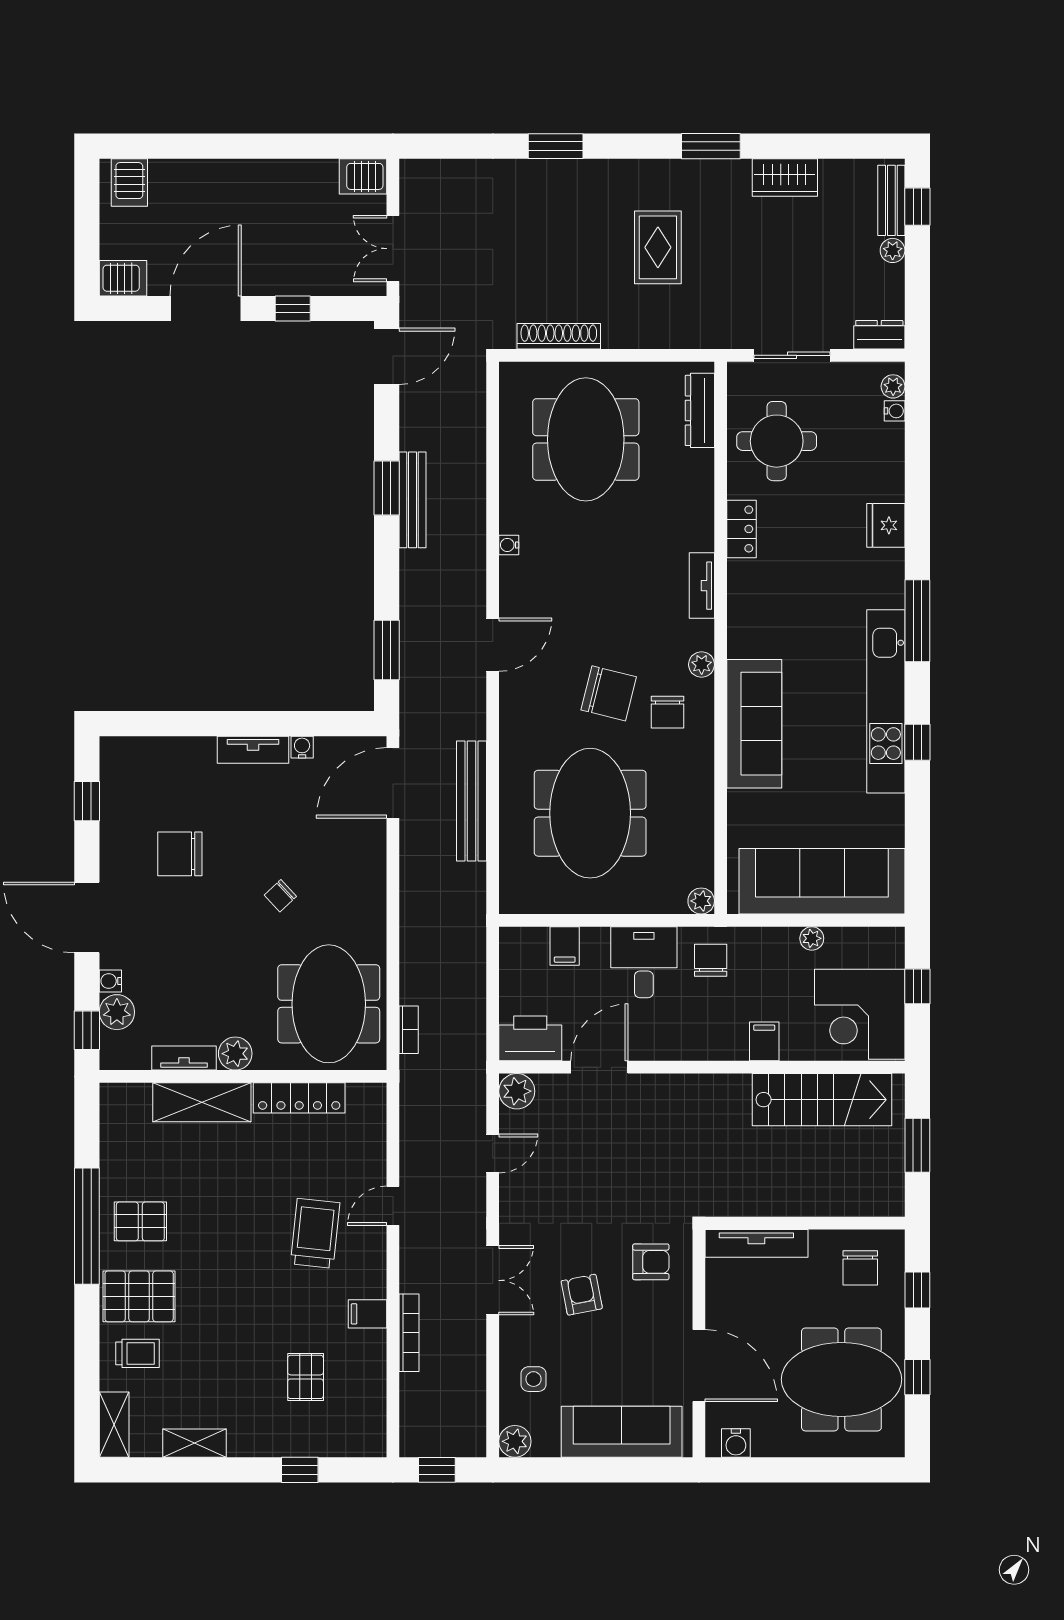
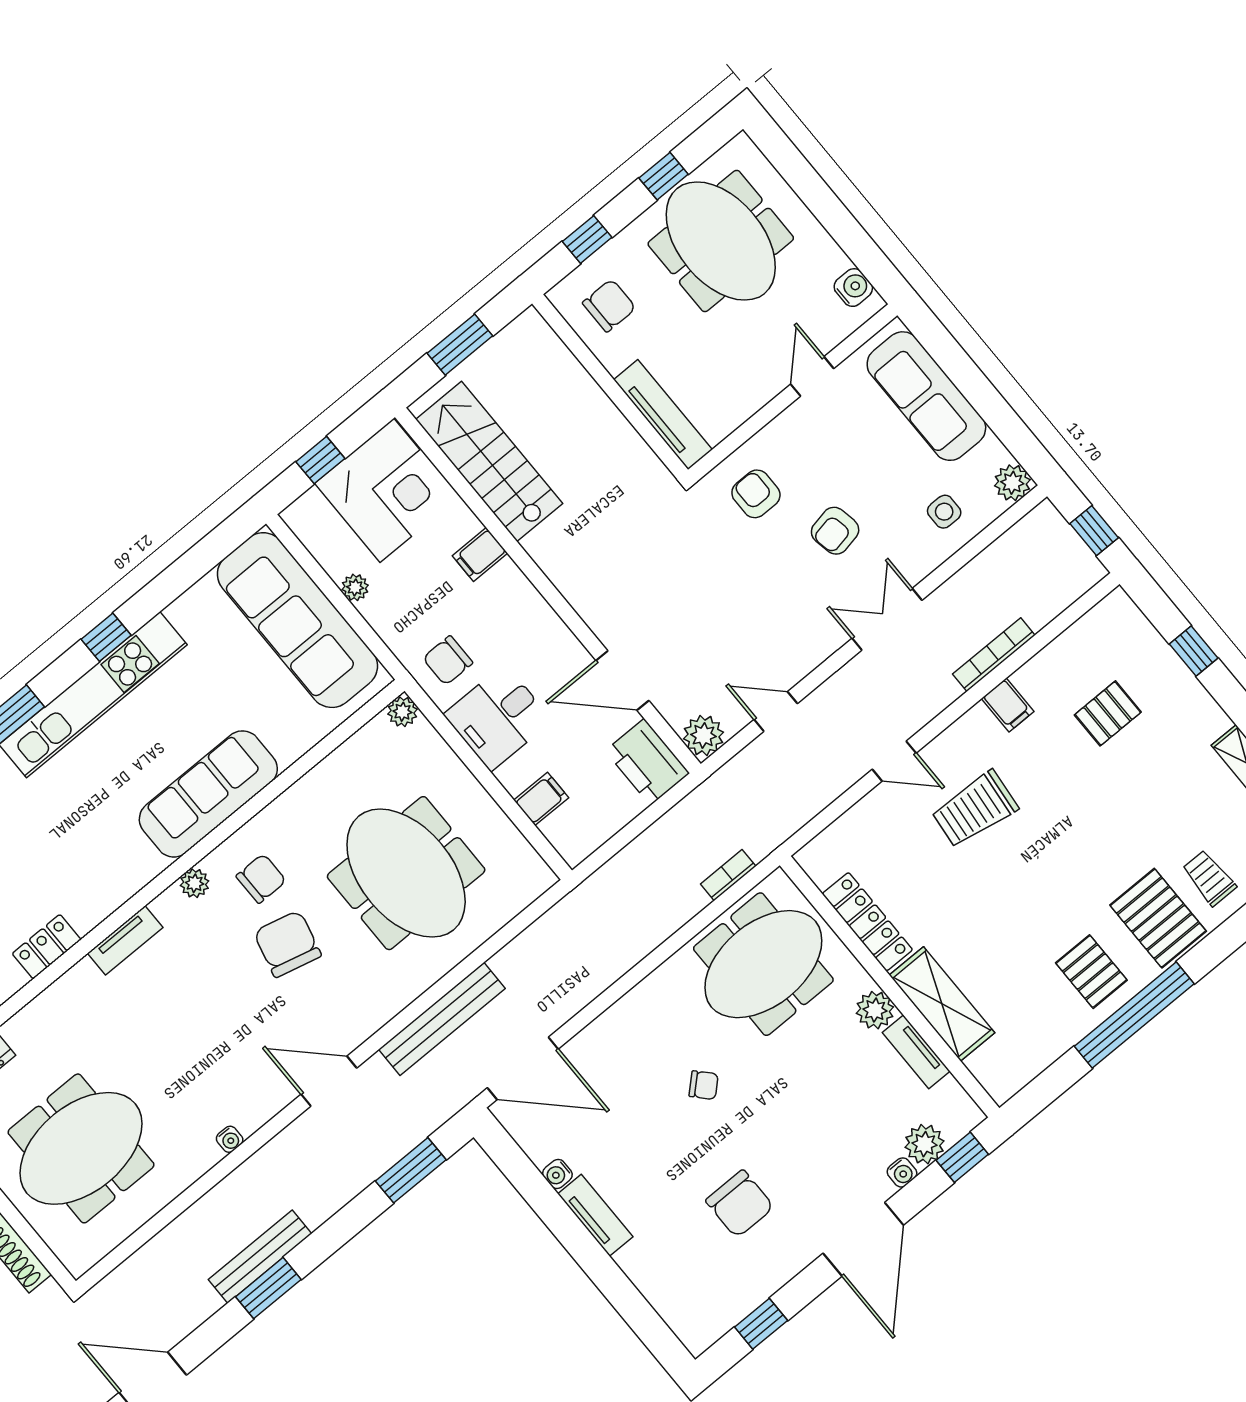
bench: (472, 801) -> (442, 1019), moved
meeting table: (590, 813) -> (406, 873), turned 90
door: (699, 1366) -> (812, 376), width x0.53

